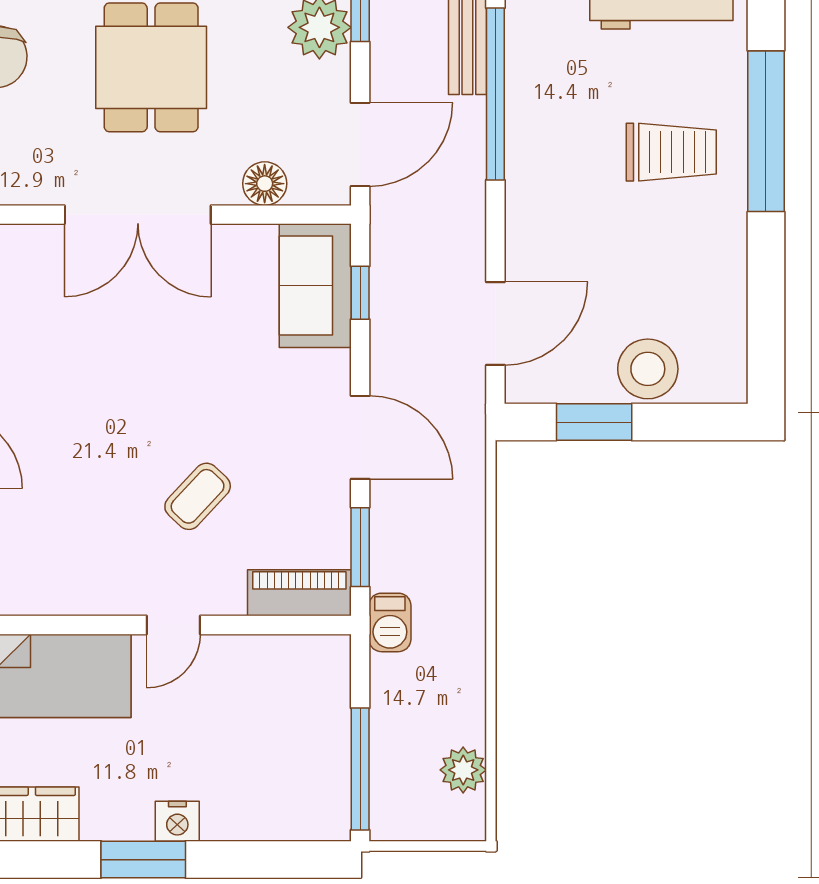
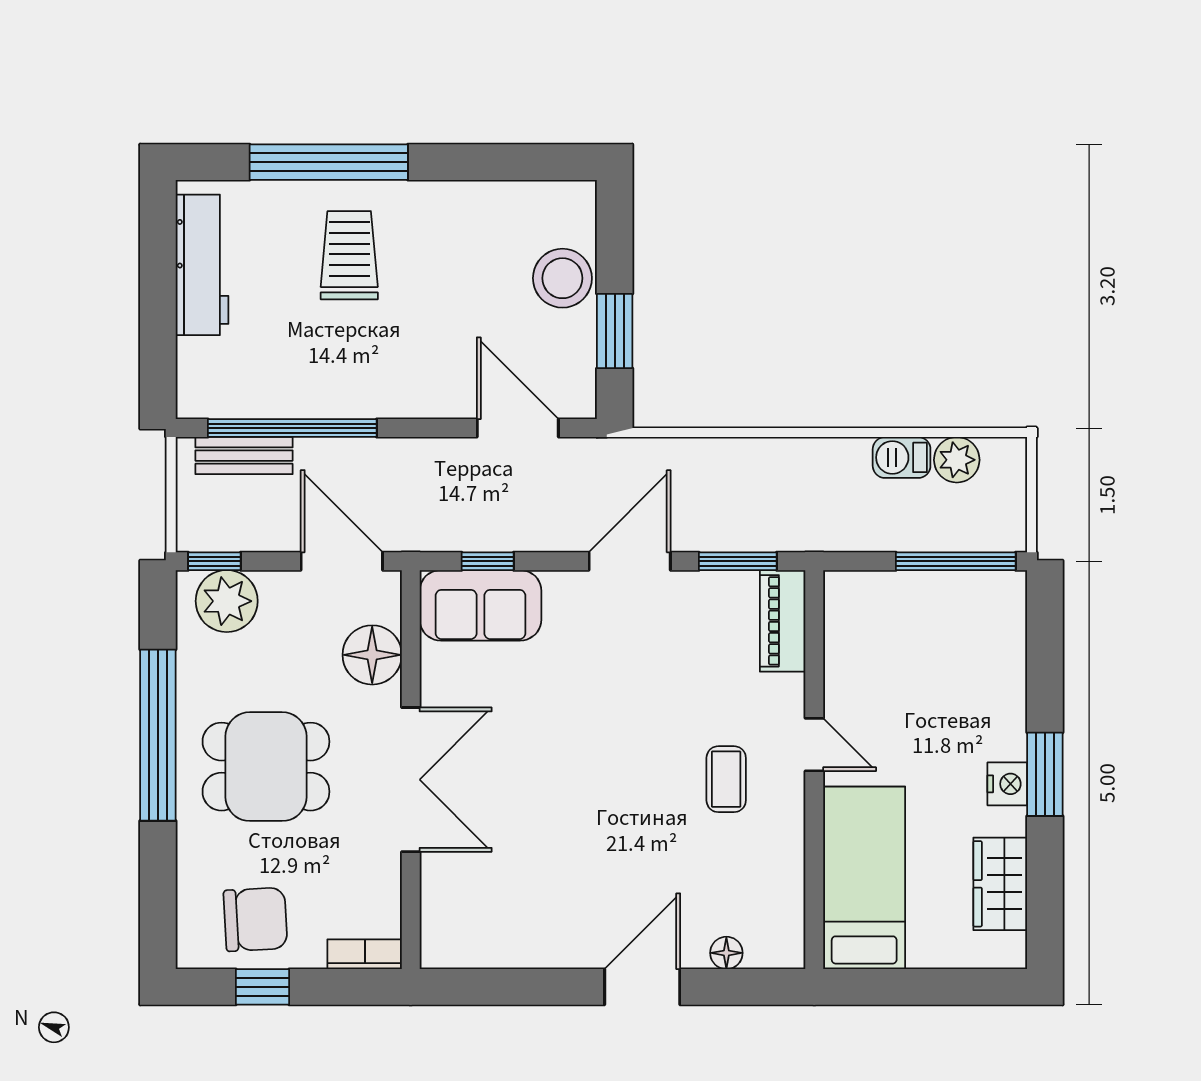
floor lamp: (265, 184) -> (372, 655), width x1.38, depth x1.38
coffee table: (198, 496) -> (726, 779), moved, turned 47
barbecue: (390, 622) -> (902, 457), moved, turned 180
nightstand: (177, 821) -> (1007, 784), moved

